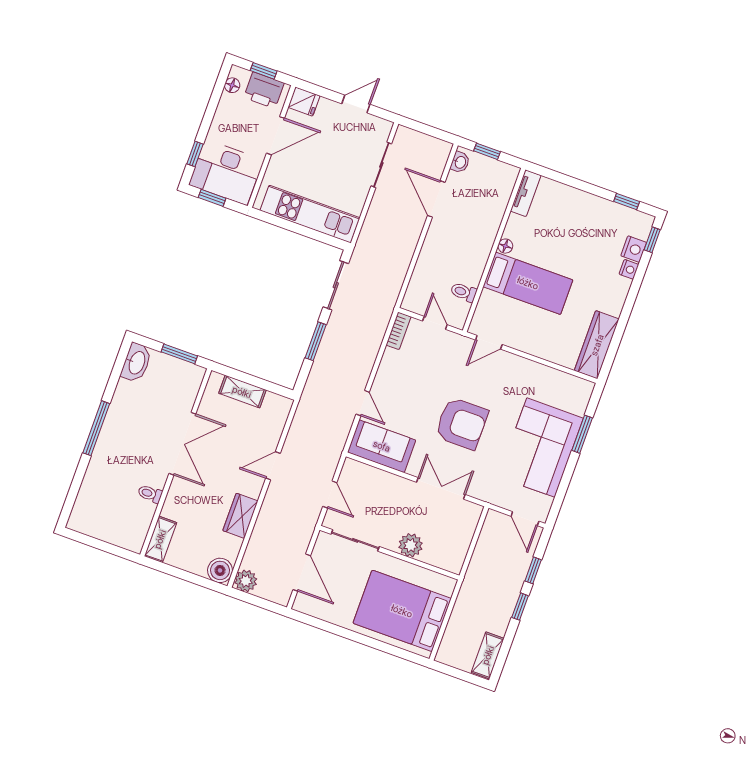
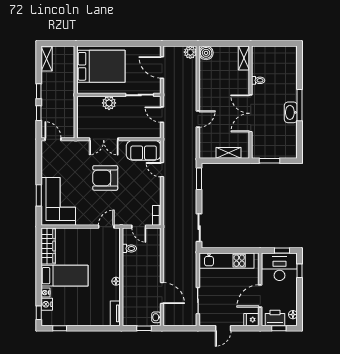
bed: (528, 283) -> (64, 276), moved, turned 180
window: (316, 341) -> (199, 179), moved
washbasin: (136, 363) -> (291, 112), moved
corner sofa: (541, 448) -> (58, 201), moved
wardrobe: (240, 516) -> (206, 86), removed

